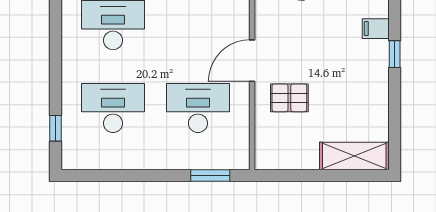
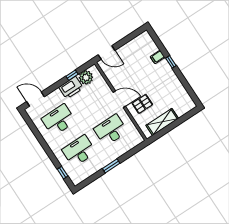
door: (252, 61) -> (119, 99), swing flipped
shelving: (354, 156) -> (162, 122), moved
window: (210, 175) -> (111, 166), moved

